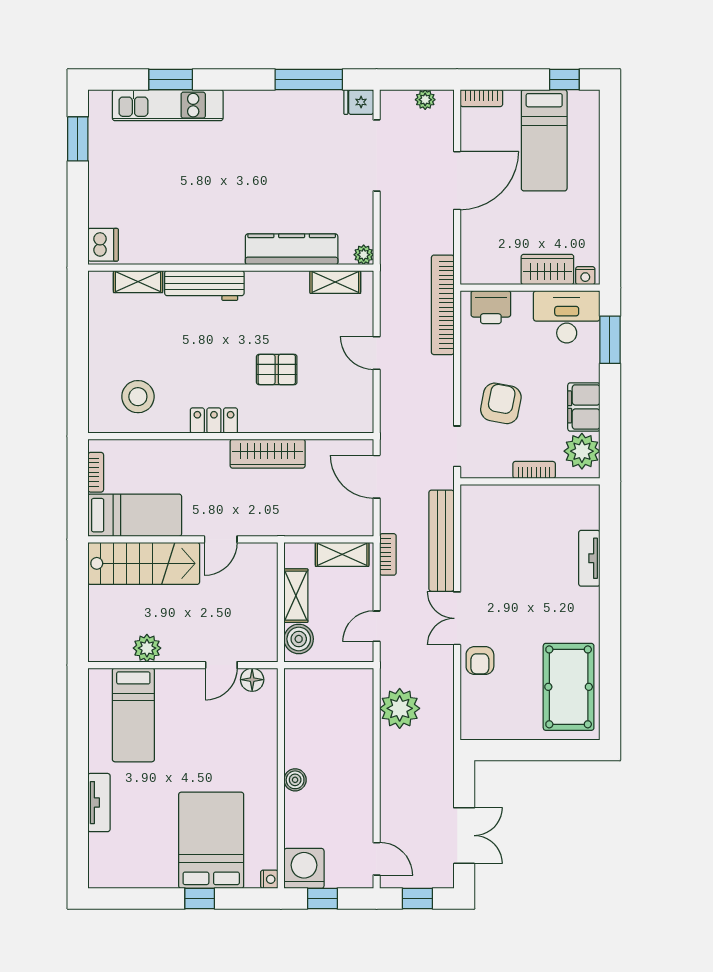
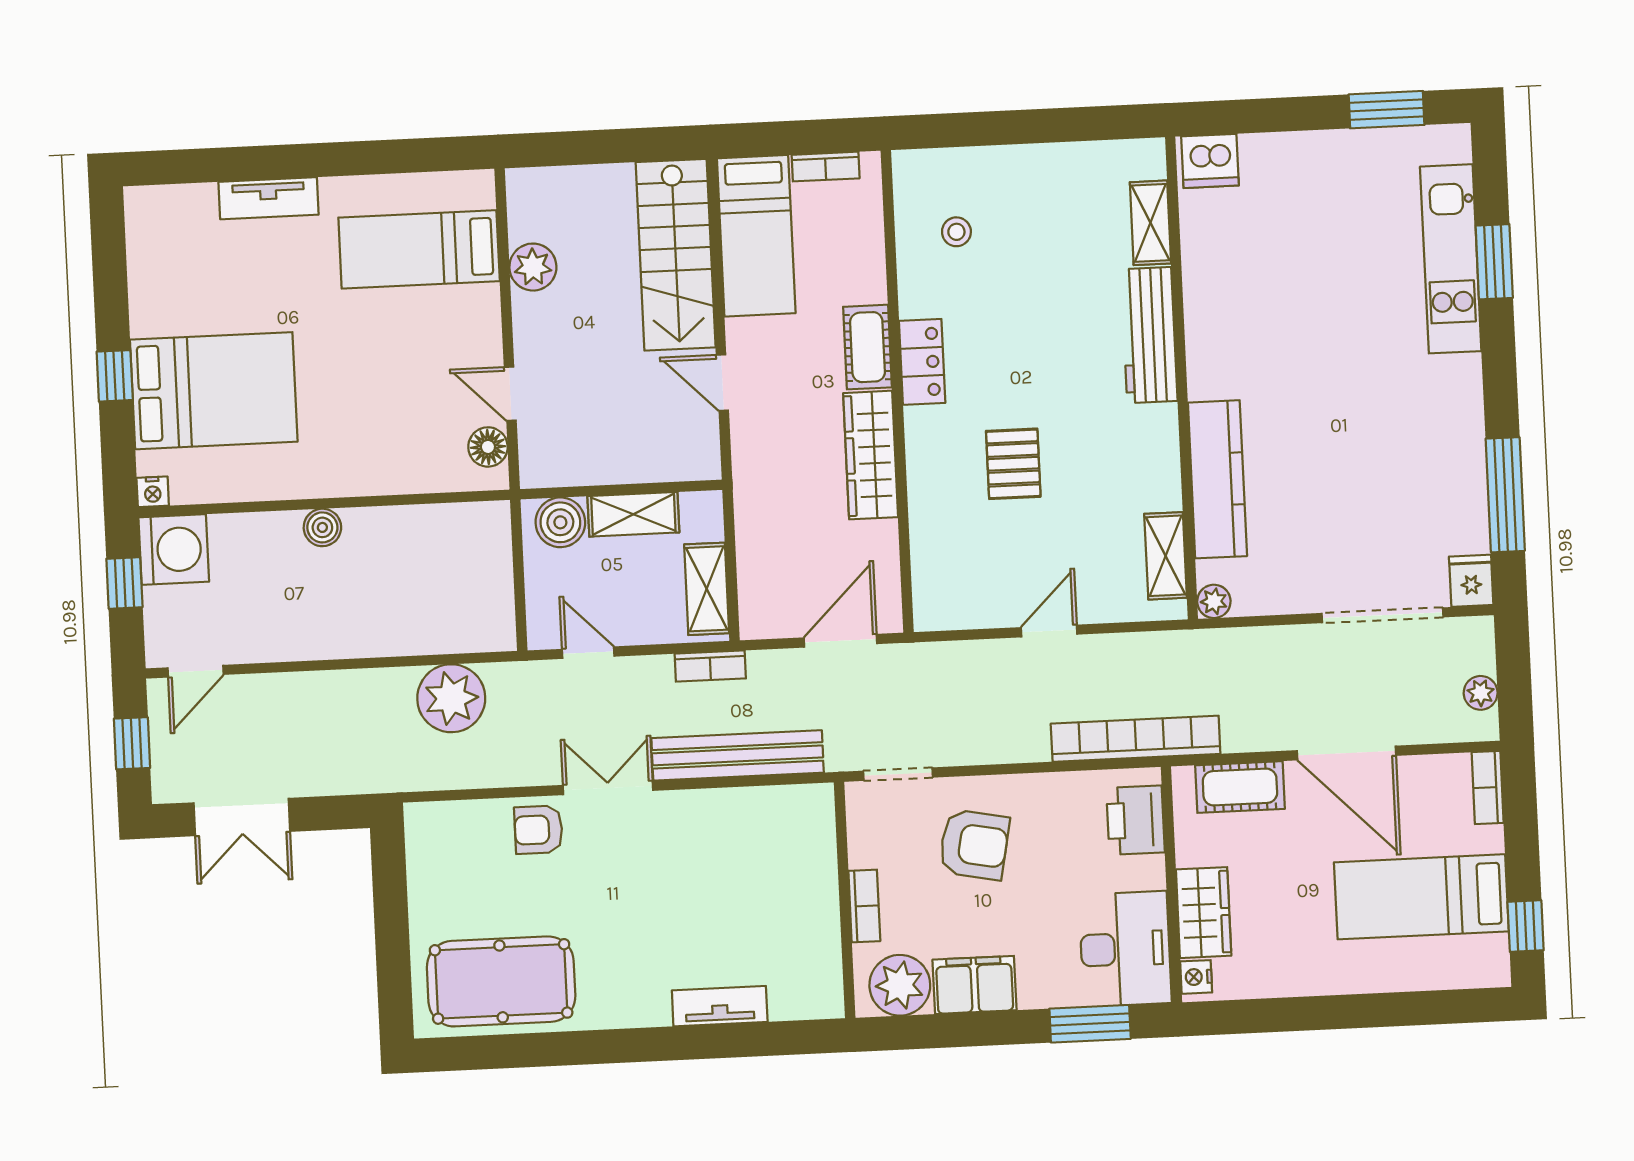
cot: (474, 244) -> (1240, 787), added
stool: (138, 397) -> (956, 232), width x0.53, depth x0.53
cot: (204, 452) -> (867, 347), added

